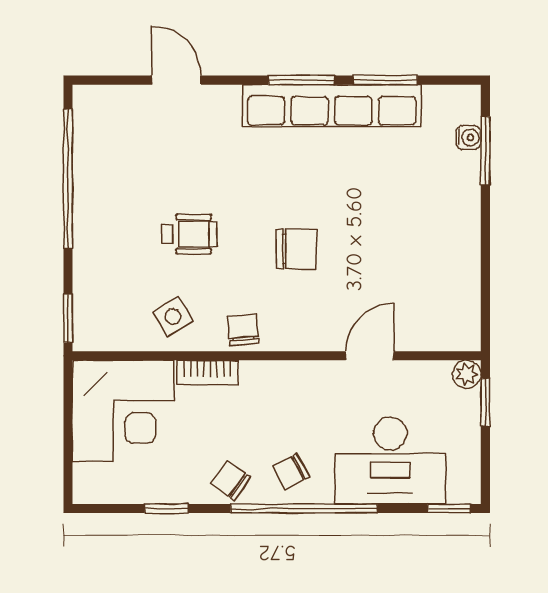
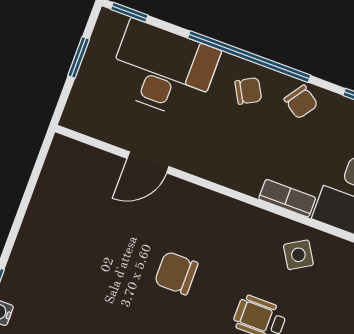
chair: (243, 330) -> (245, 223), removed
plant: (467, 374) -> (74, 118), removed
window: (485, 402) -> (79, 57), moved

